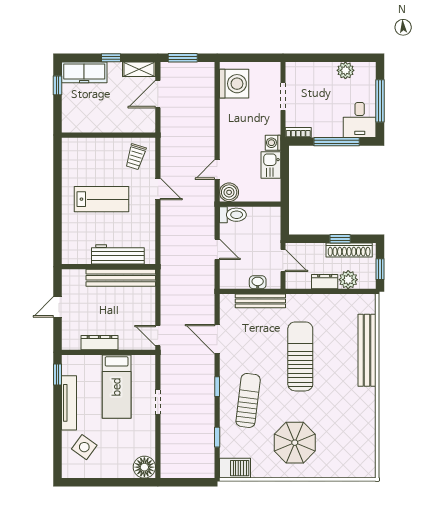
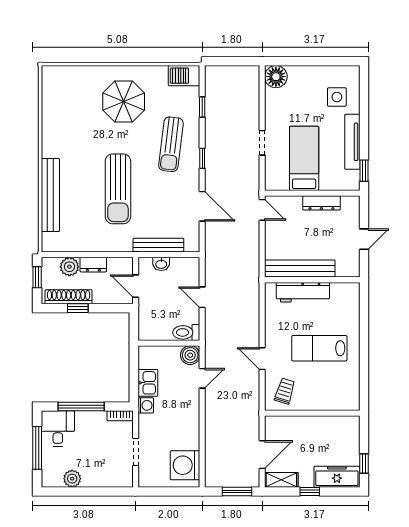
side table: (84, 447) -> (337, 97), turned -36

